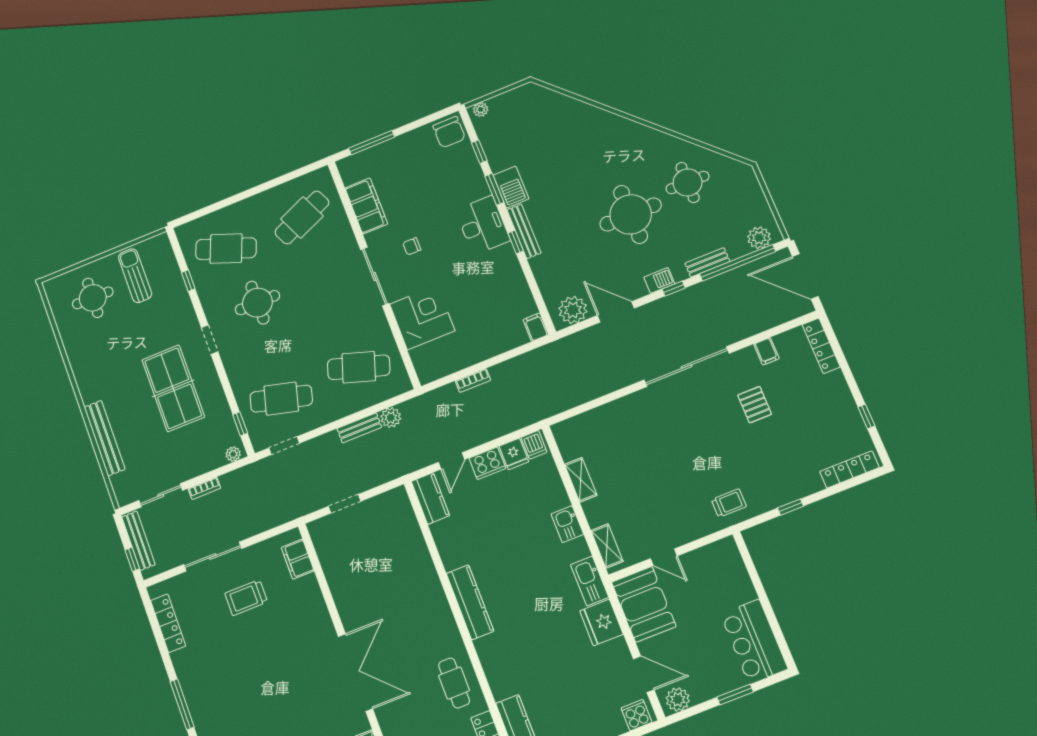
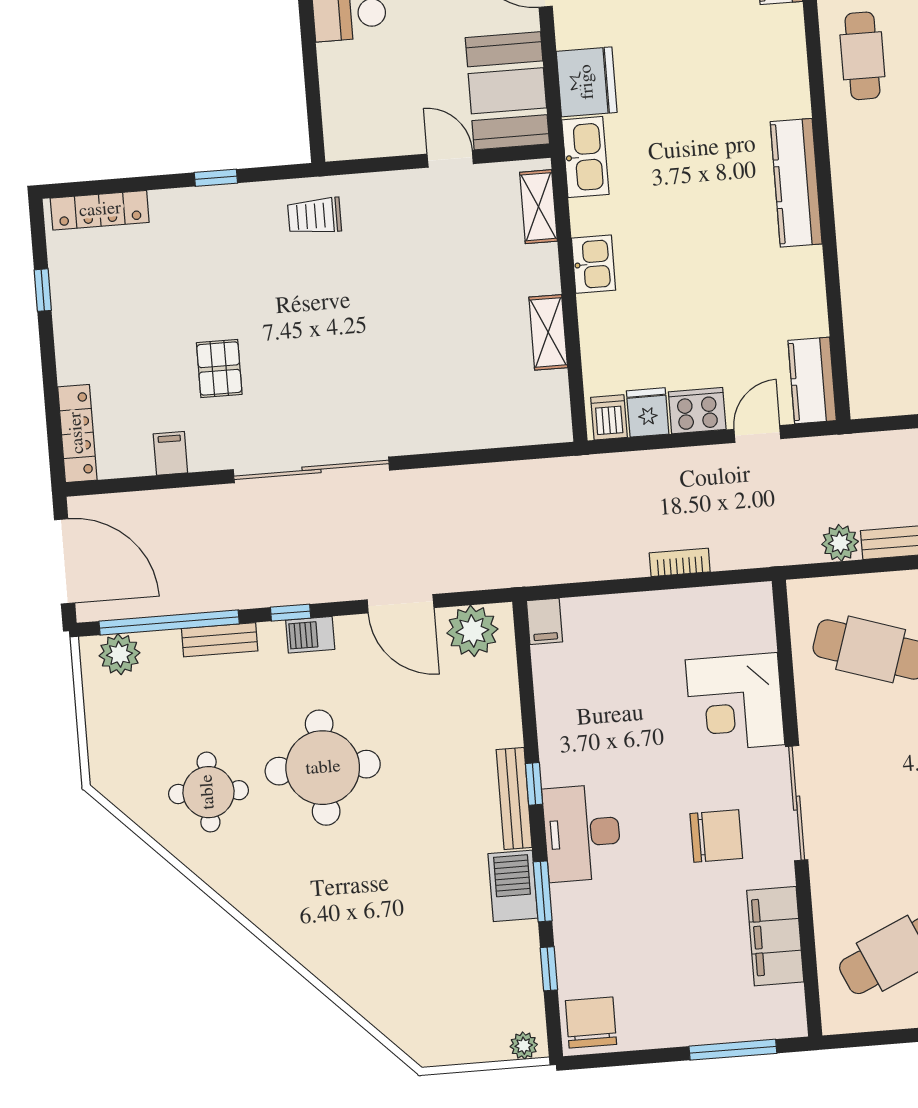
chair: (412, 246) -> (716, 836), width x1.87, depth x1.87

